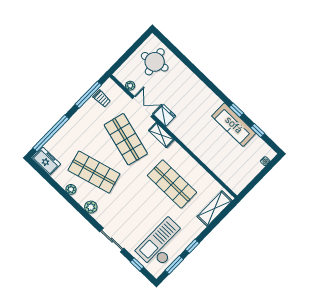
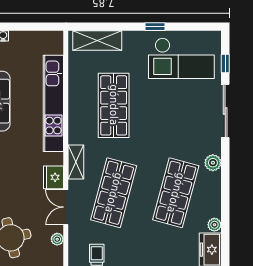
kitchen unit: (204, 153) -> (53, 103), added
shop shelf: (94, 172) -> (176, 193), turned 30
plant: (71, 189) -> (214, 225), moved
sliding door: (112, 240) -> (225, 111), width x1.37
window: (174, 265) -> (190, 27), removed

